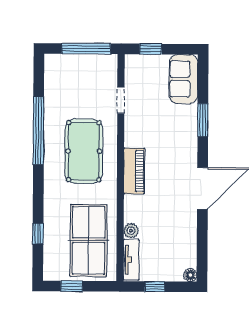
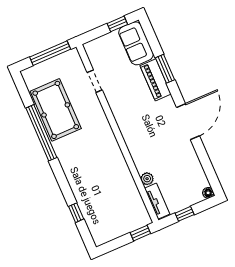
window: (151, 49) -> (117, 24), moved
pool table: (84, 151) -> (56, 110), moved
piano: (134, 171) -> (156, 80), moved, turned 180
table tennis table: (89, 240) -> (118, 201), removed
window: (72, 286) -> (140, 233), moved

